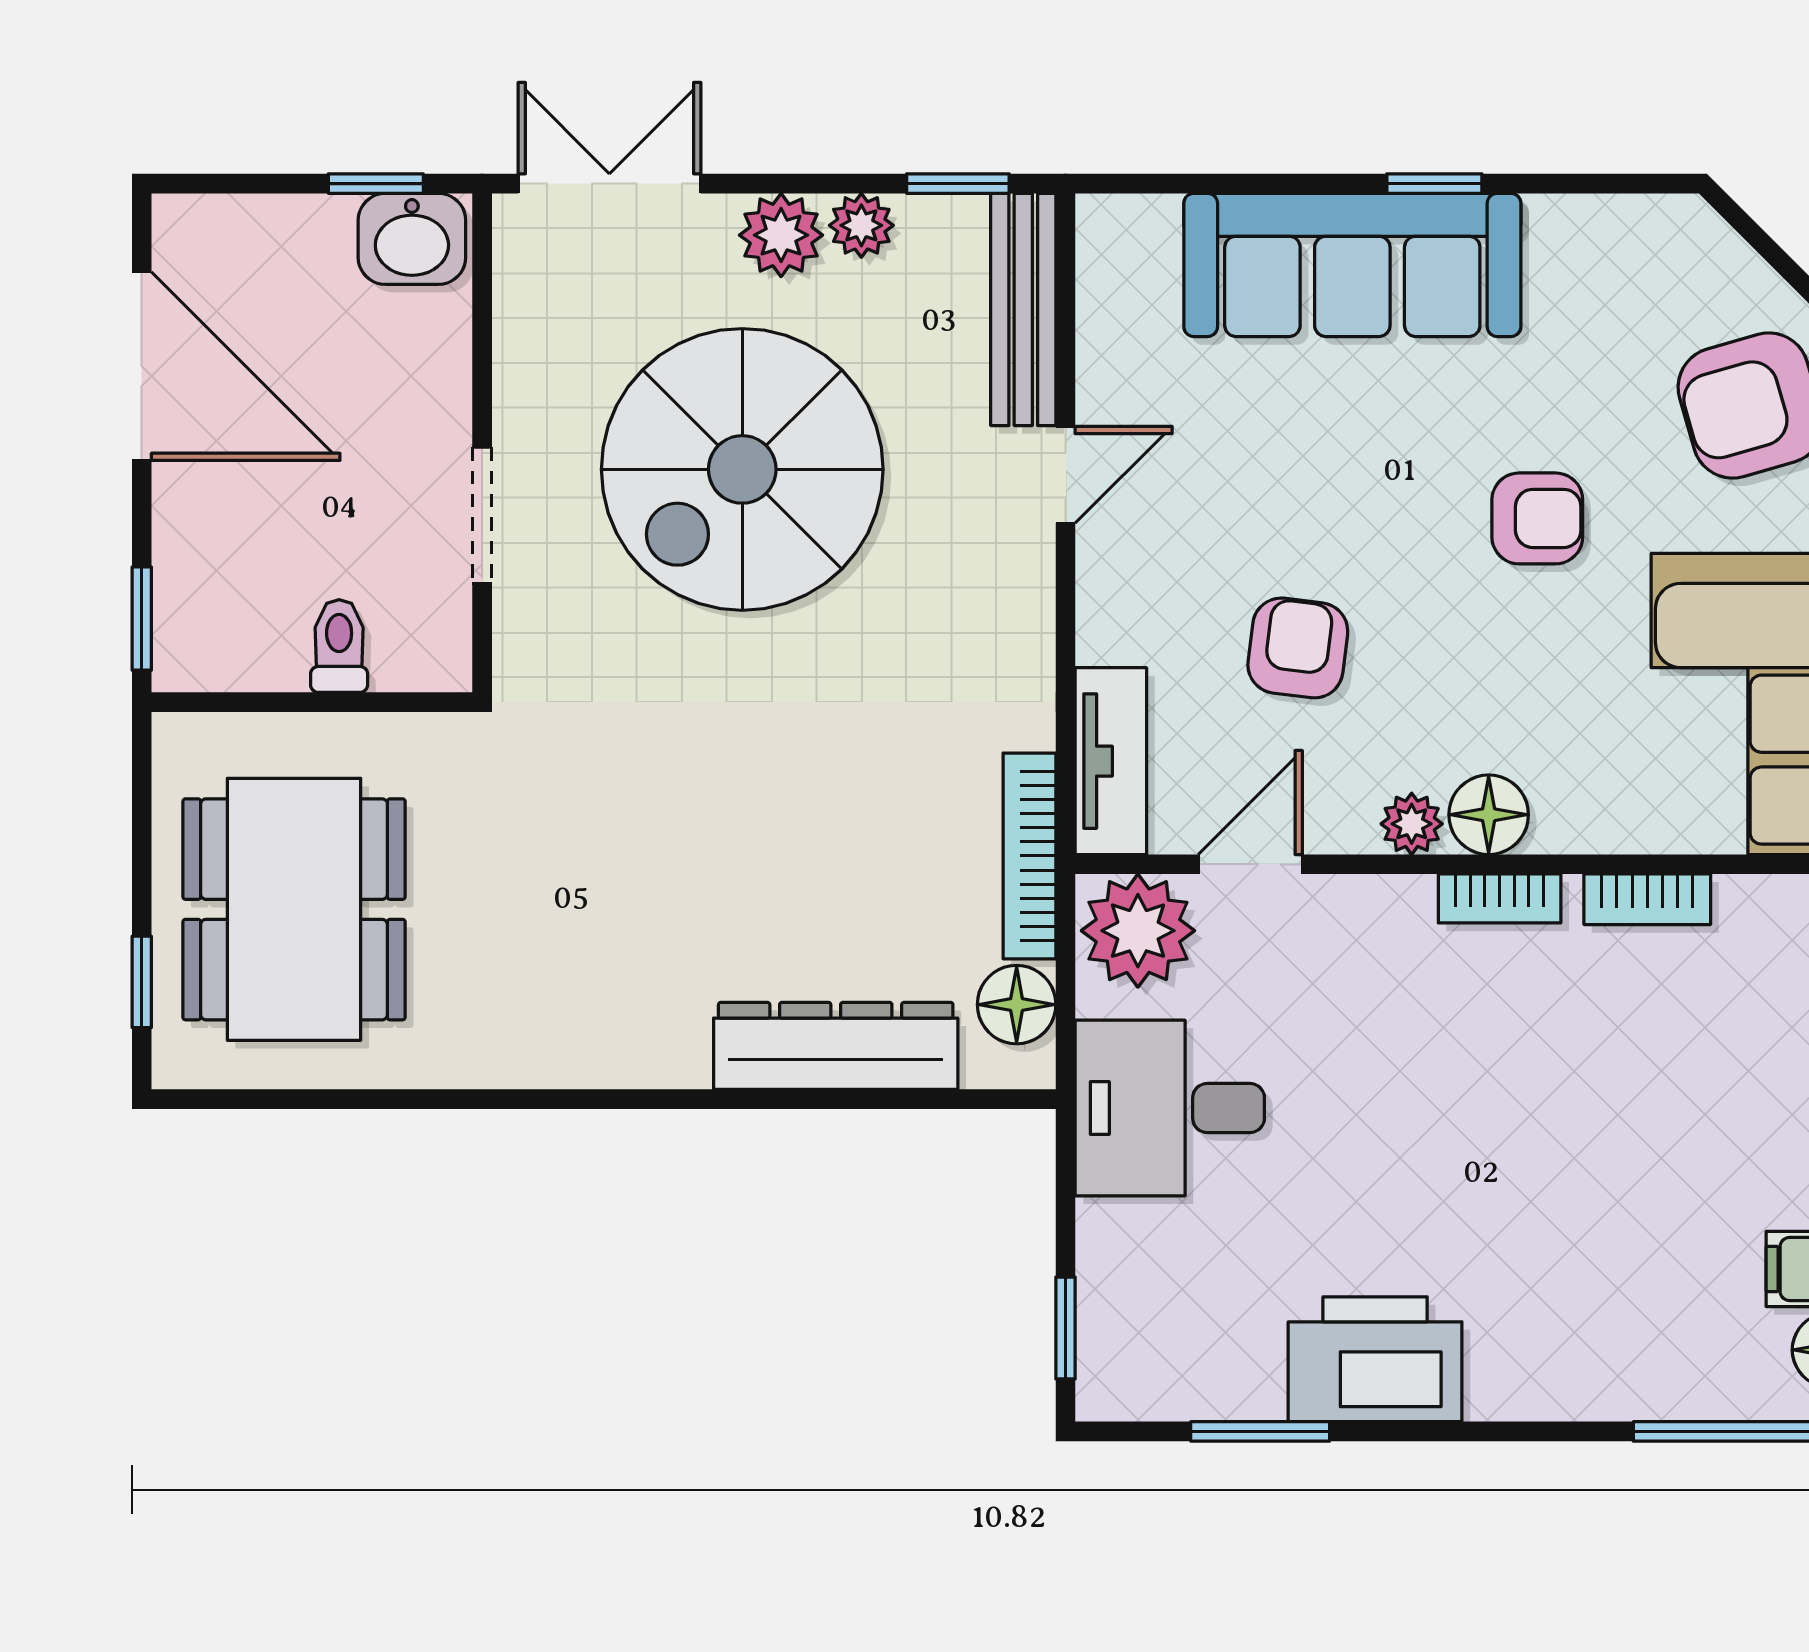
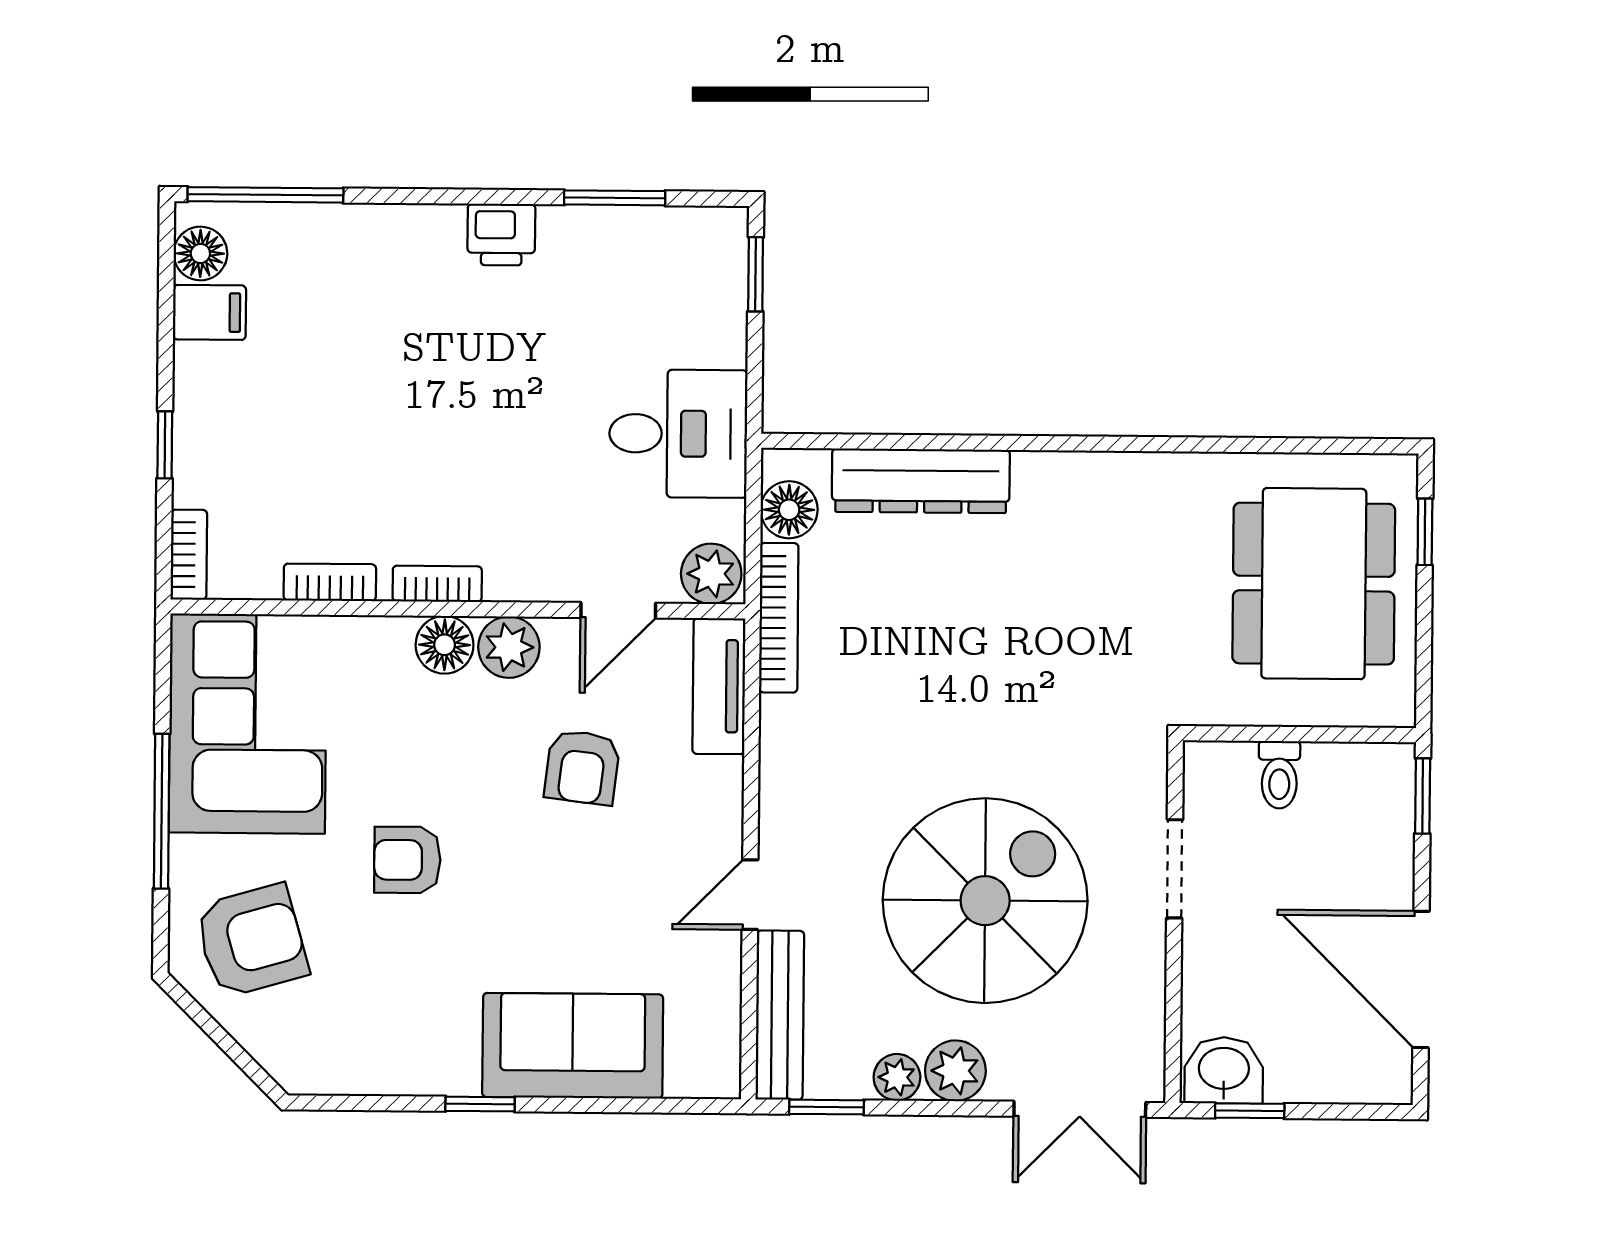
sofa: (1352, 265) -> (573, 1046), width x0.73
plant: (1412, 824) -> (509, 647), width x1.38, depth x1.38
plant: (1138, 931) -> (711, 574), width x0.73, depth x0.73
printer: (1375, 1359) -> (501, 235), width x0.53, depth x0.68

